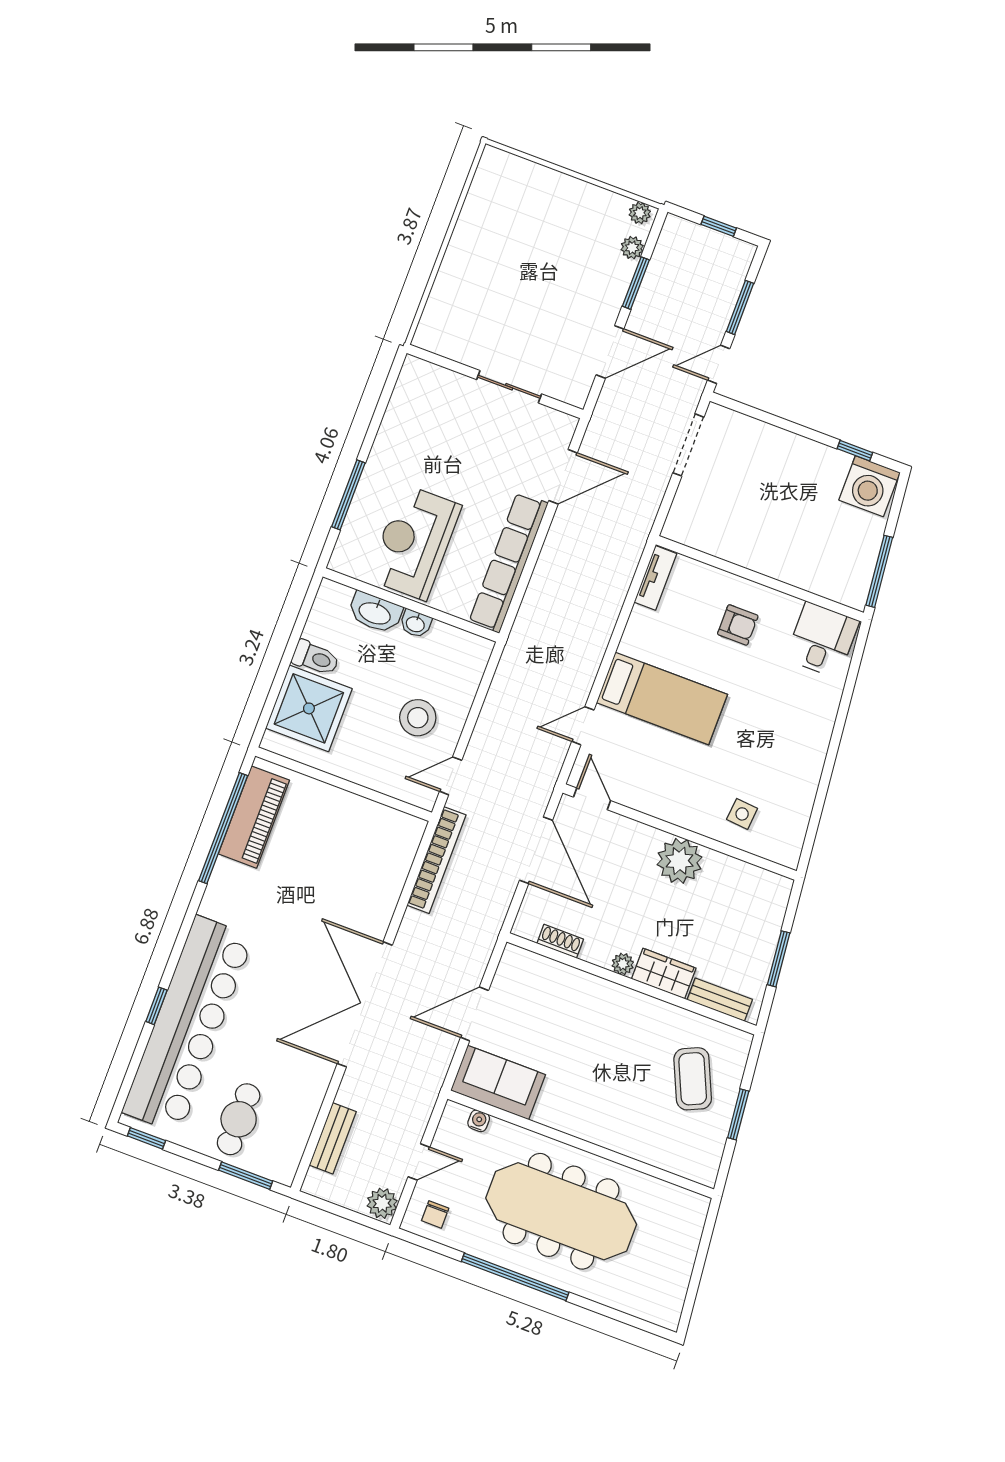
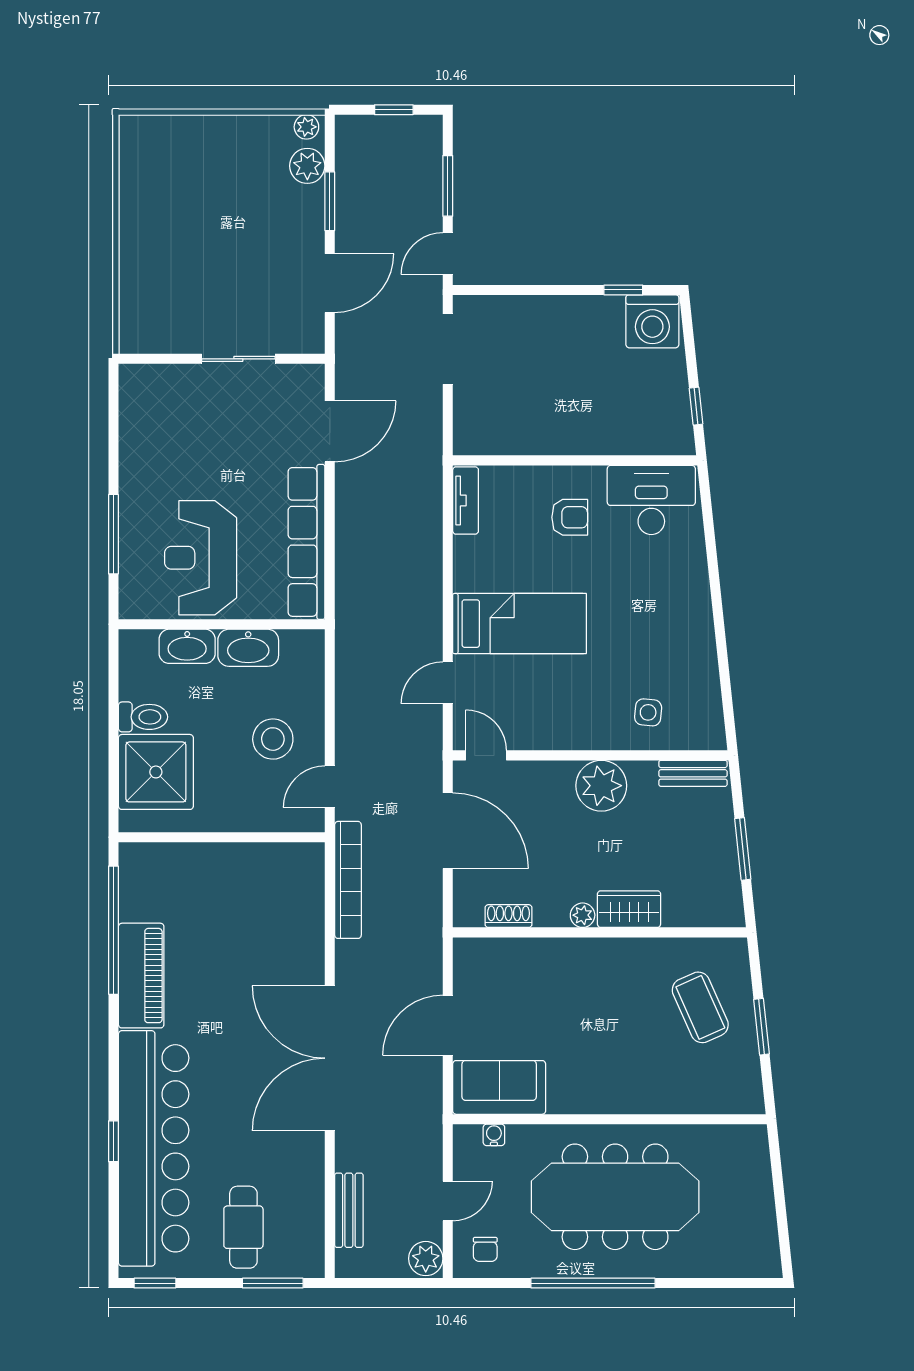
plant: (632, 248) -> (307, 166), width x1.38, depth x1.38
window: (879, 571) -> (696, 406), width x0.46
washbasin: (416, 624) -> (248, 648), width x1.91, depth x1.45
desk: (822, 640) -> (651, 500), width x1.37
piano: (254, 817) -> (141, 976), moved
bench: (720, 1000) -> (693, 773), moved

